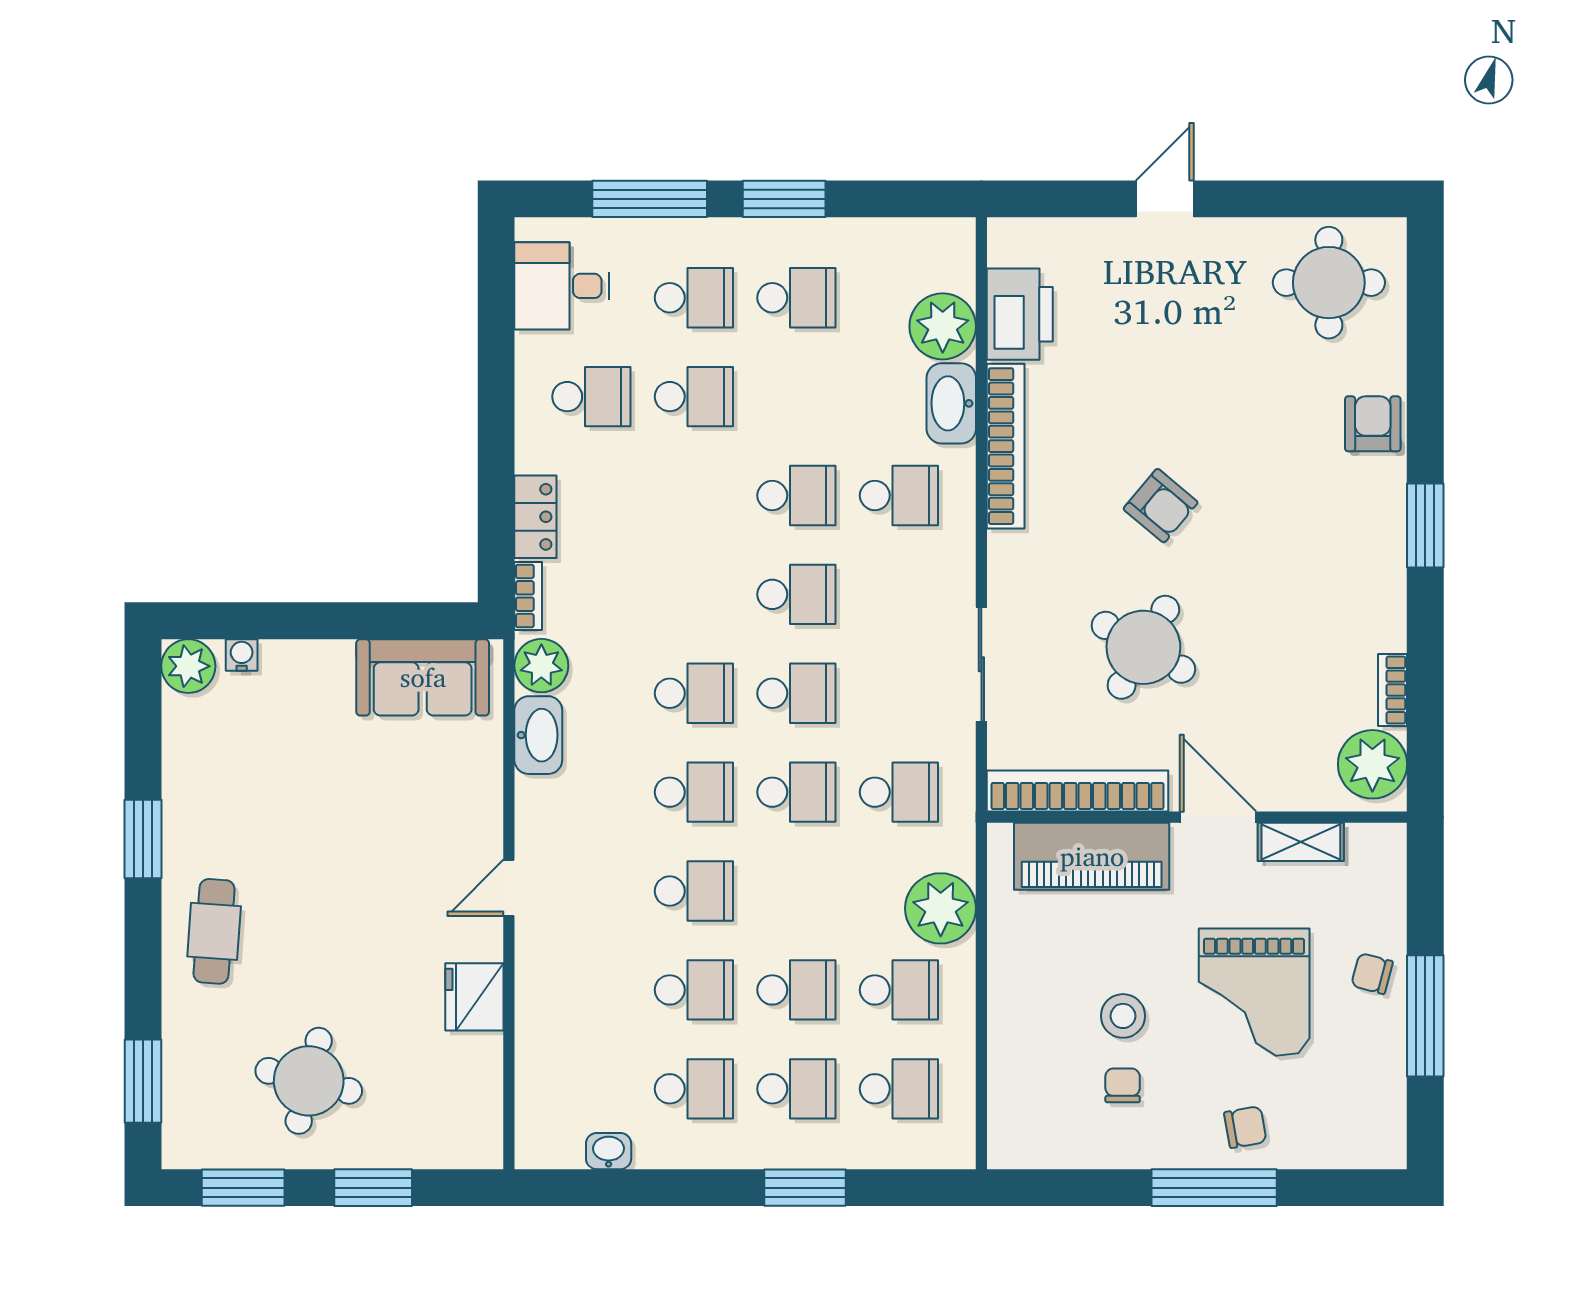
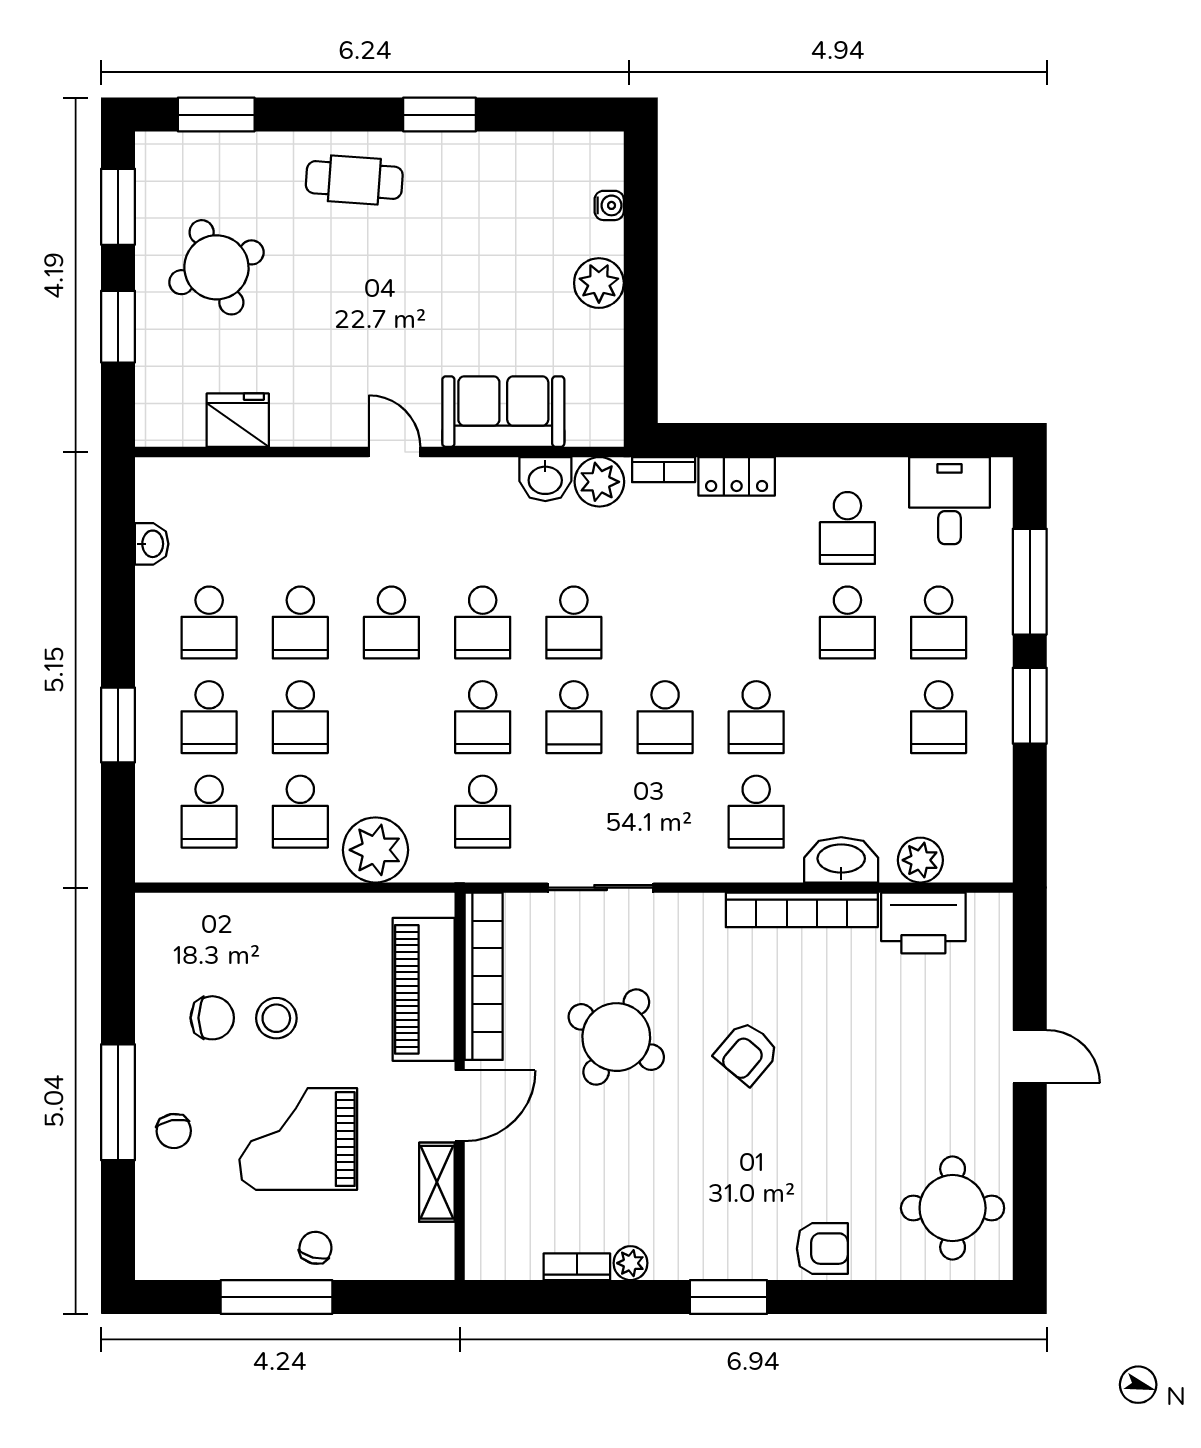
plant: (943, 326) -> (920, 860), width x0.73, depth x0.73
plant: (188, 666) -> (599, 283), moved
sofa: (423, 677) -> (503, 412), moved, turned 90
washbasin: (538, 735) -> (545, 479), width x0.72
plant: (1372, 764) -> (631, 1263), moved, width x0.53, depth x0.53
fridge: (474, 997) -> (238, 420), moved
round table: (309, 1081) -> (216, 267), turned -37
chair: (1123, 1085) -> (212, 1018), width x1.37, depth x1.37

